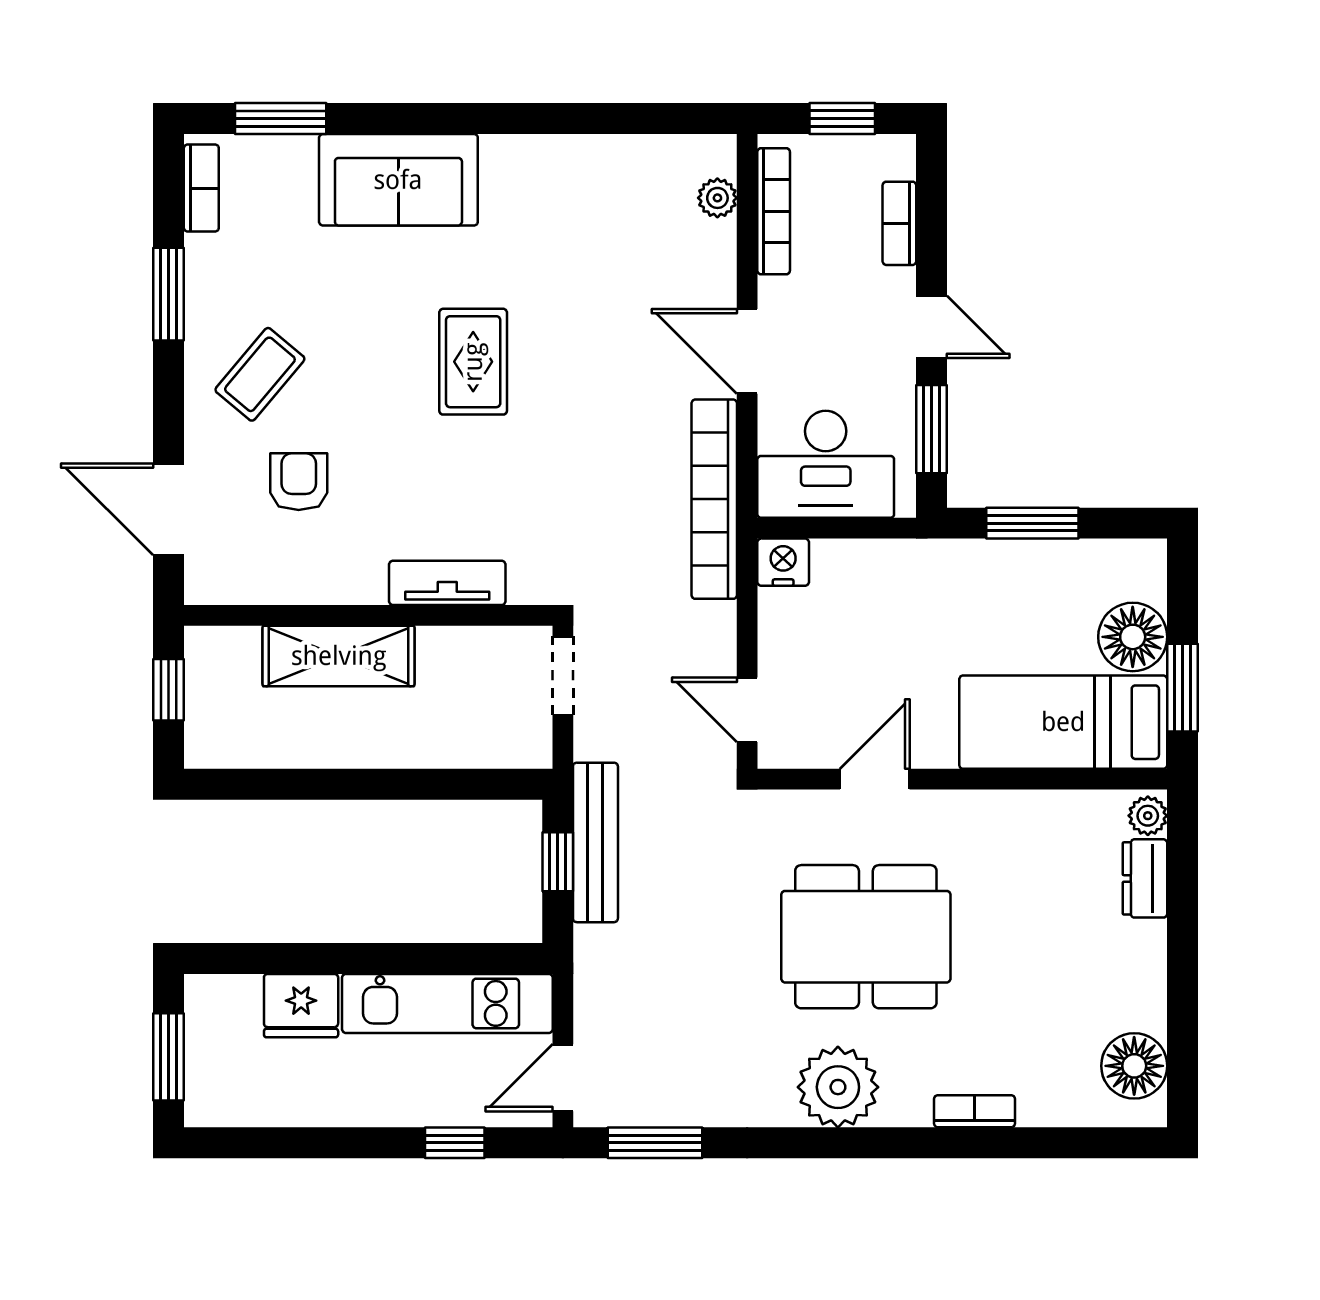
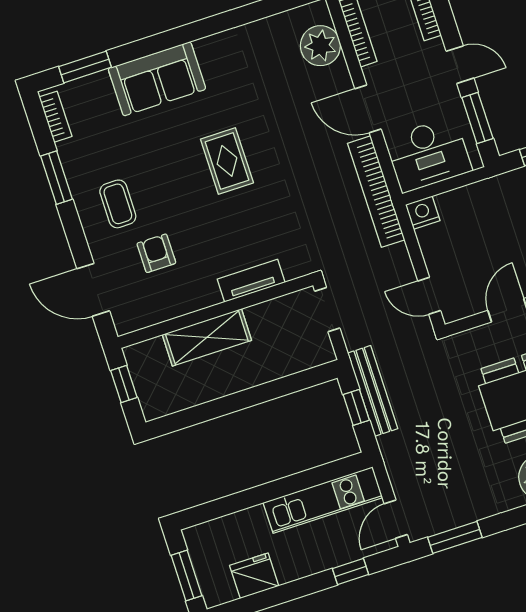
plant: (717, 198) -> (320, 46), width x1.87, depth x1.87
coffee table: (260, 374) -> (118, 204), turned -40
fridge: (301, 1006) -> (254, 576), moved, turned 180

